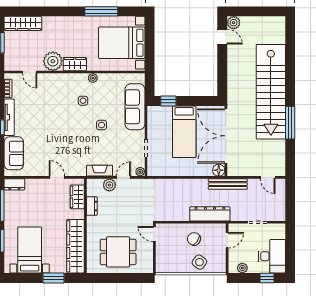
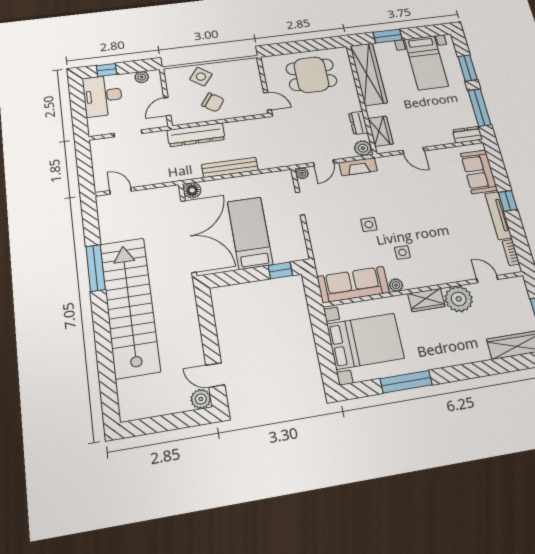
sofa: (135, 107) -> (353, 285), moved, turned -90
bench: (228, 184) -> (230, 167), moved
plant: (109, 185) -> (363, 148), moved

